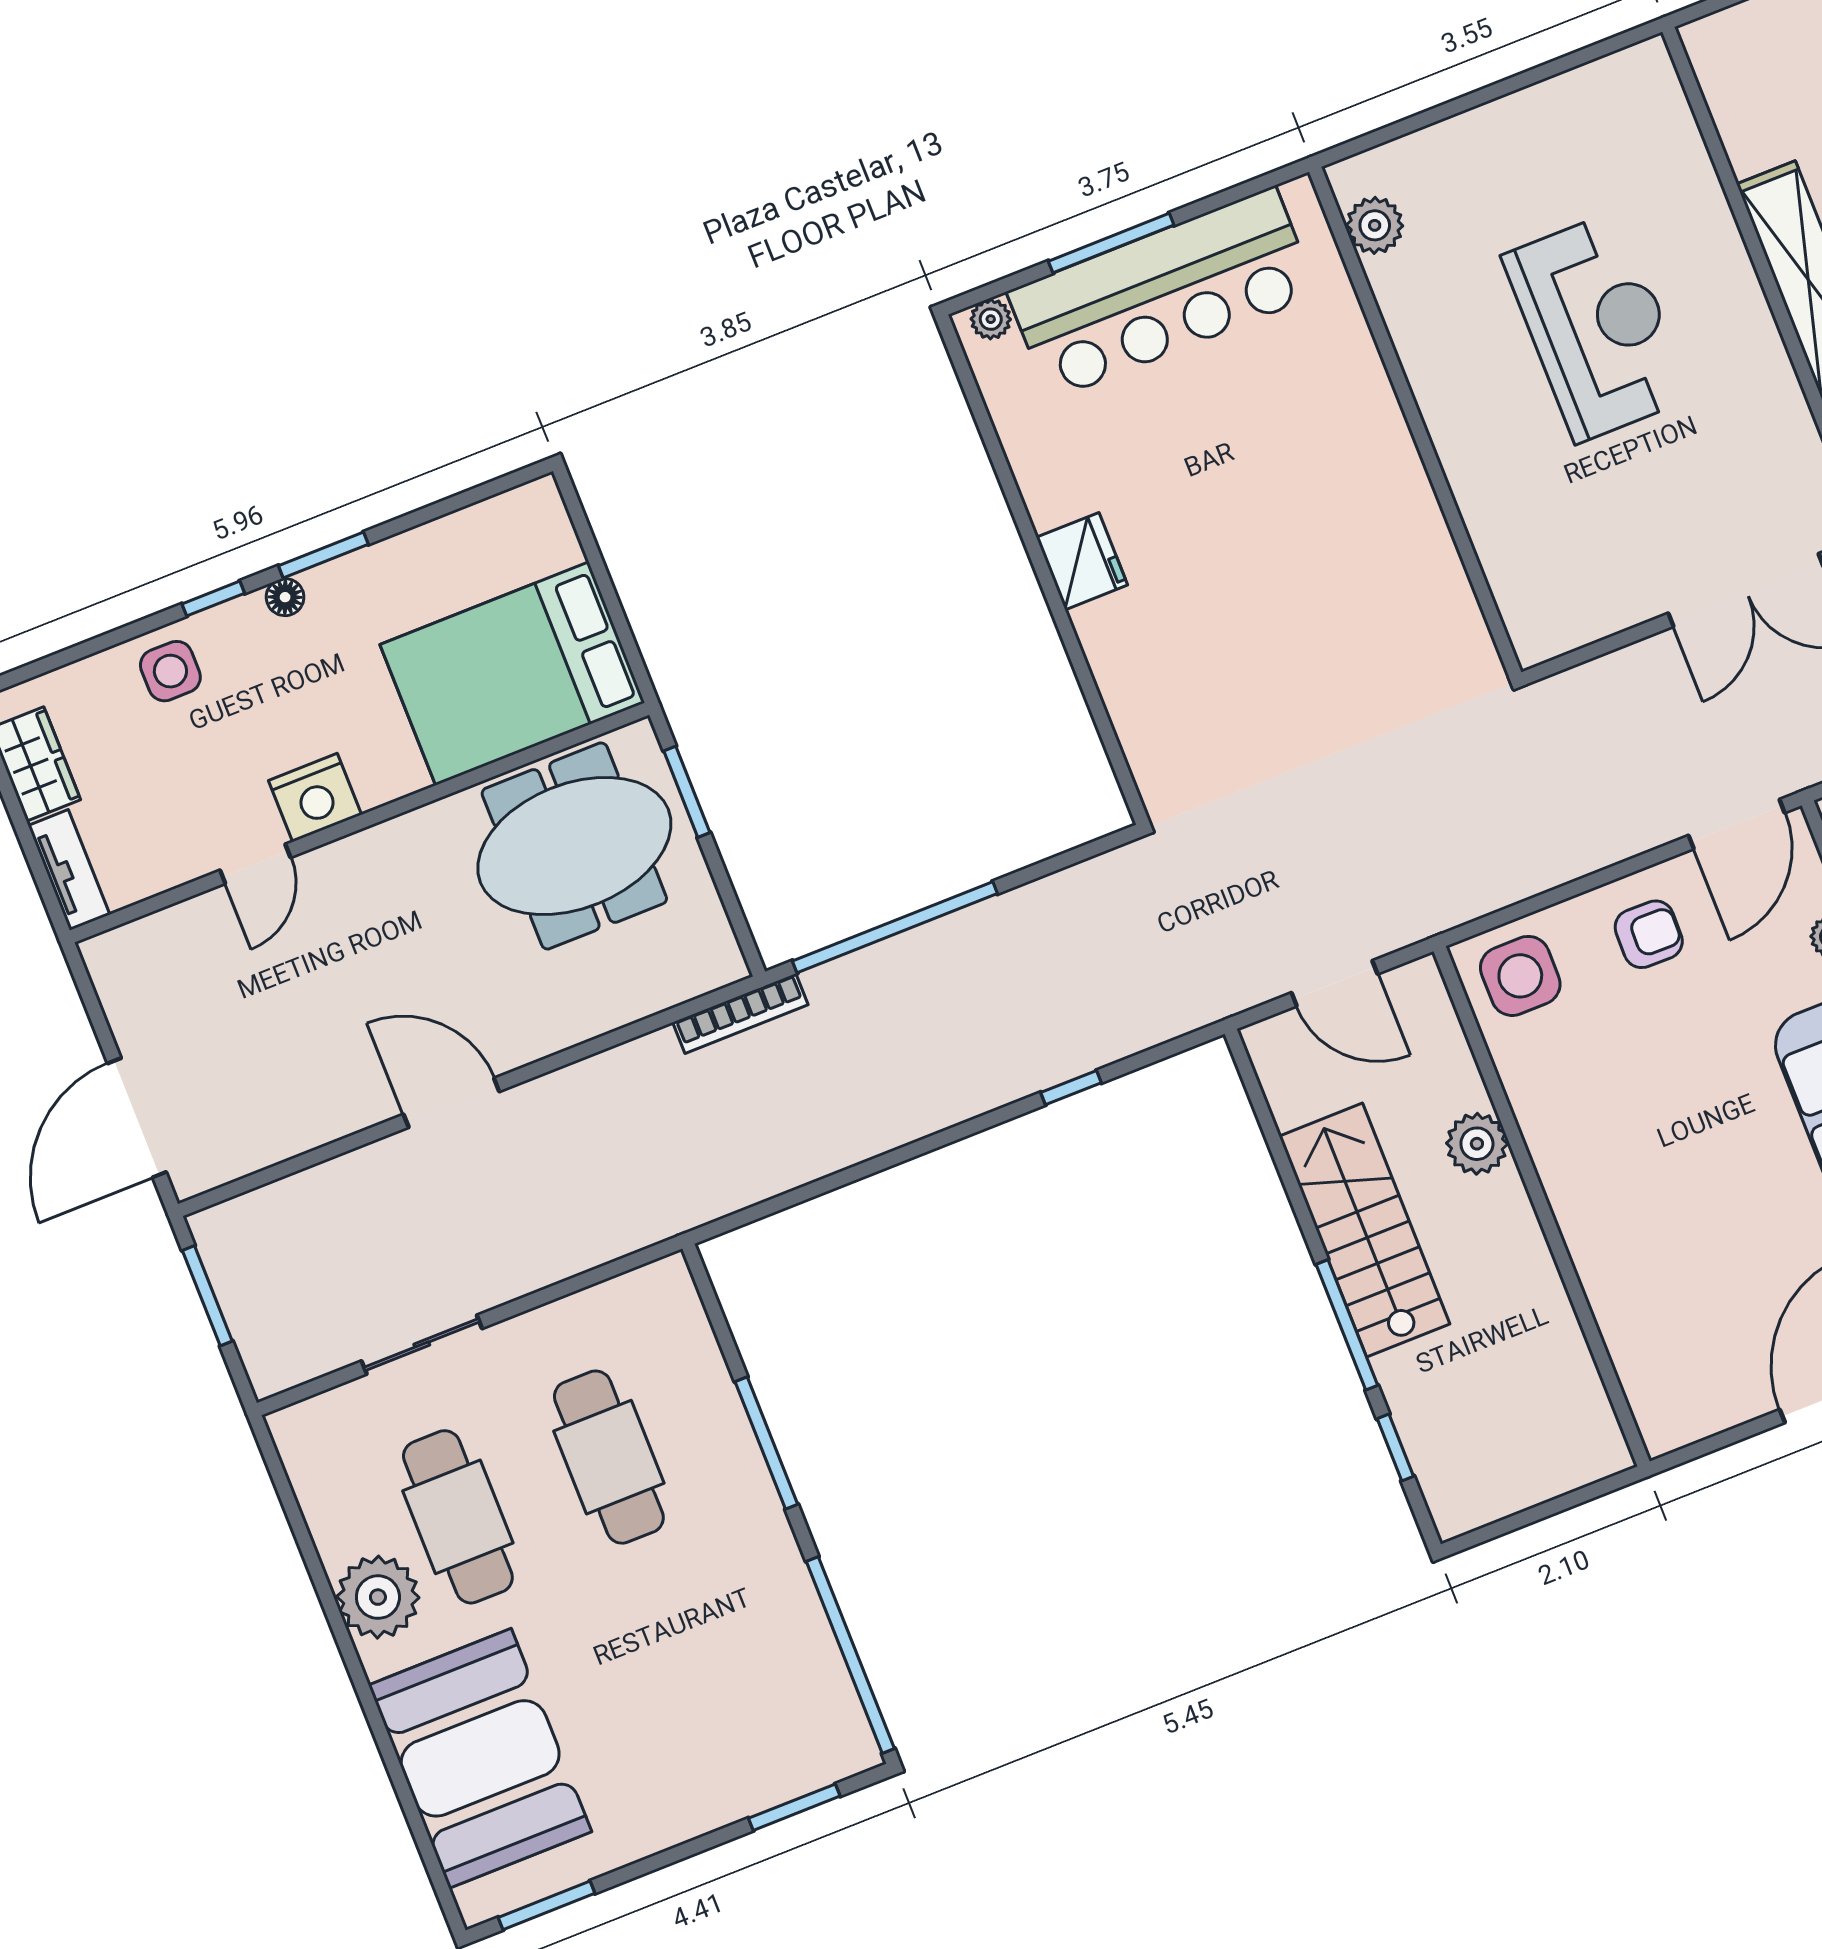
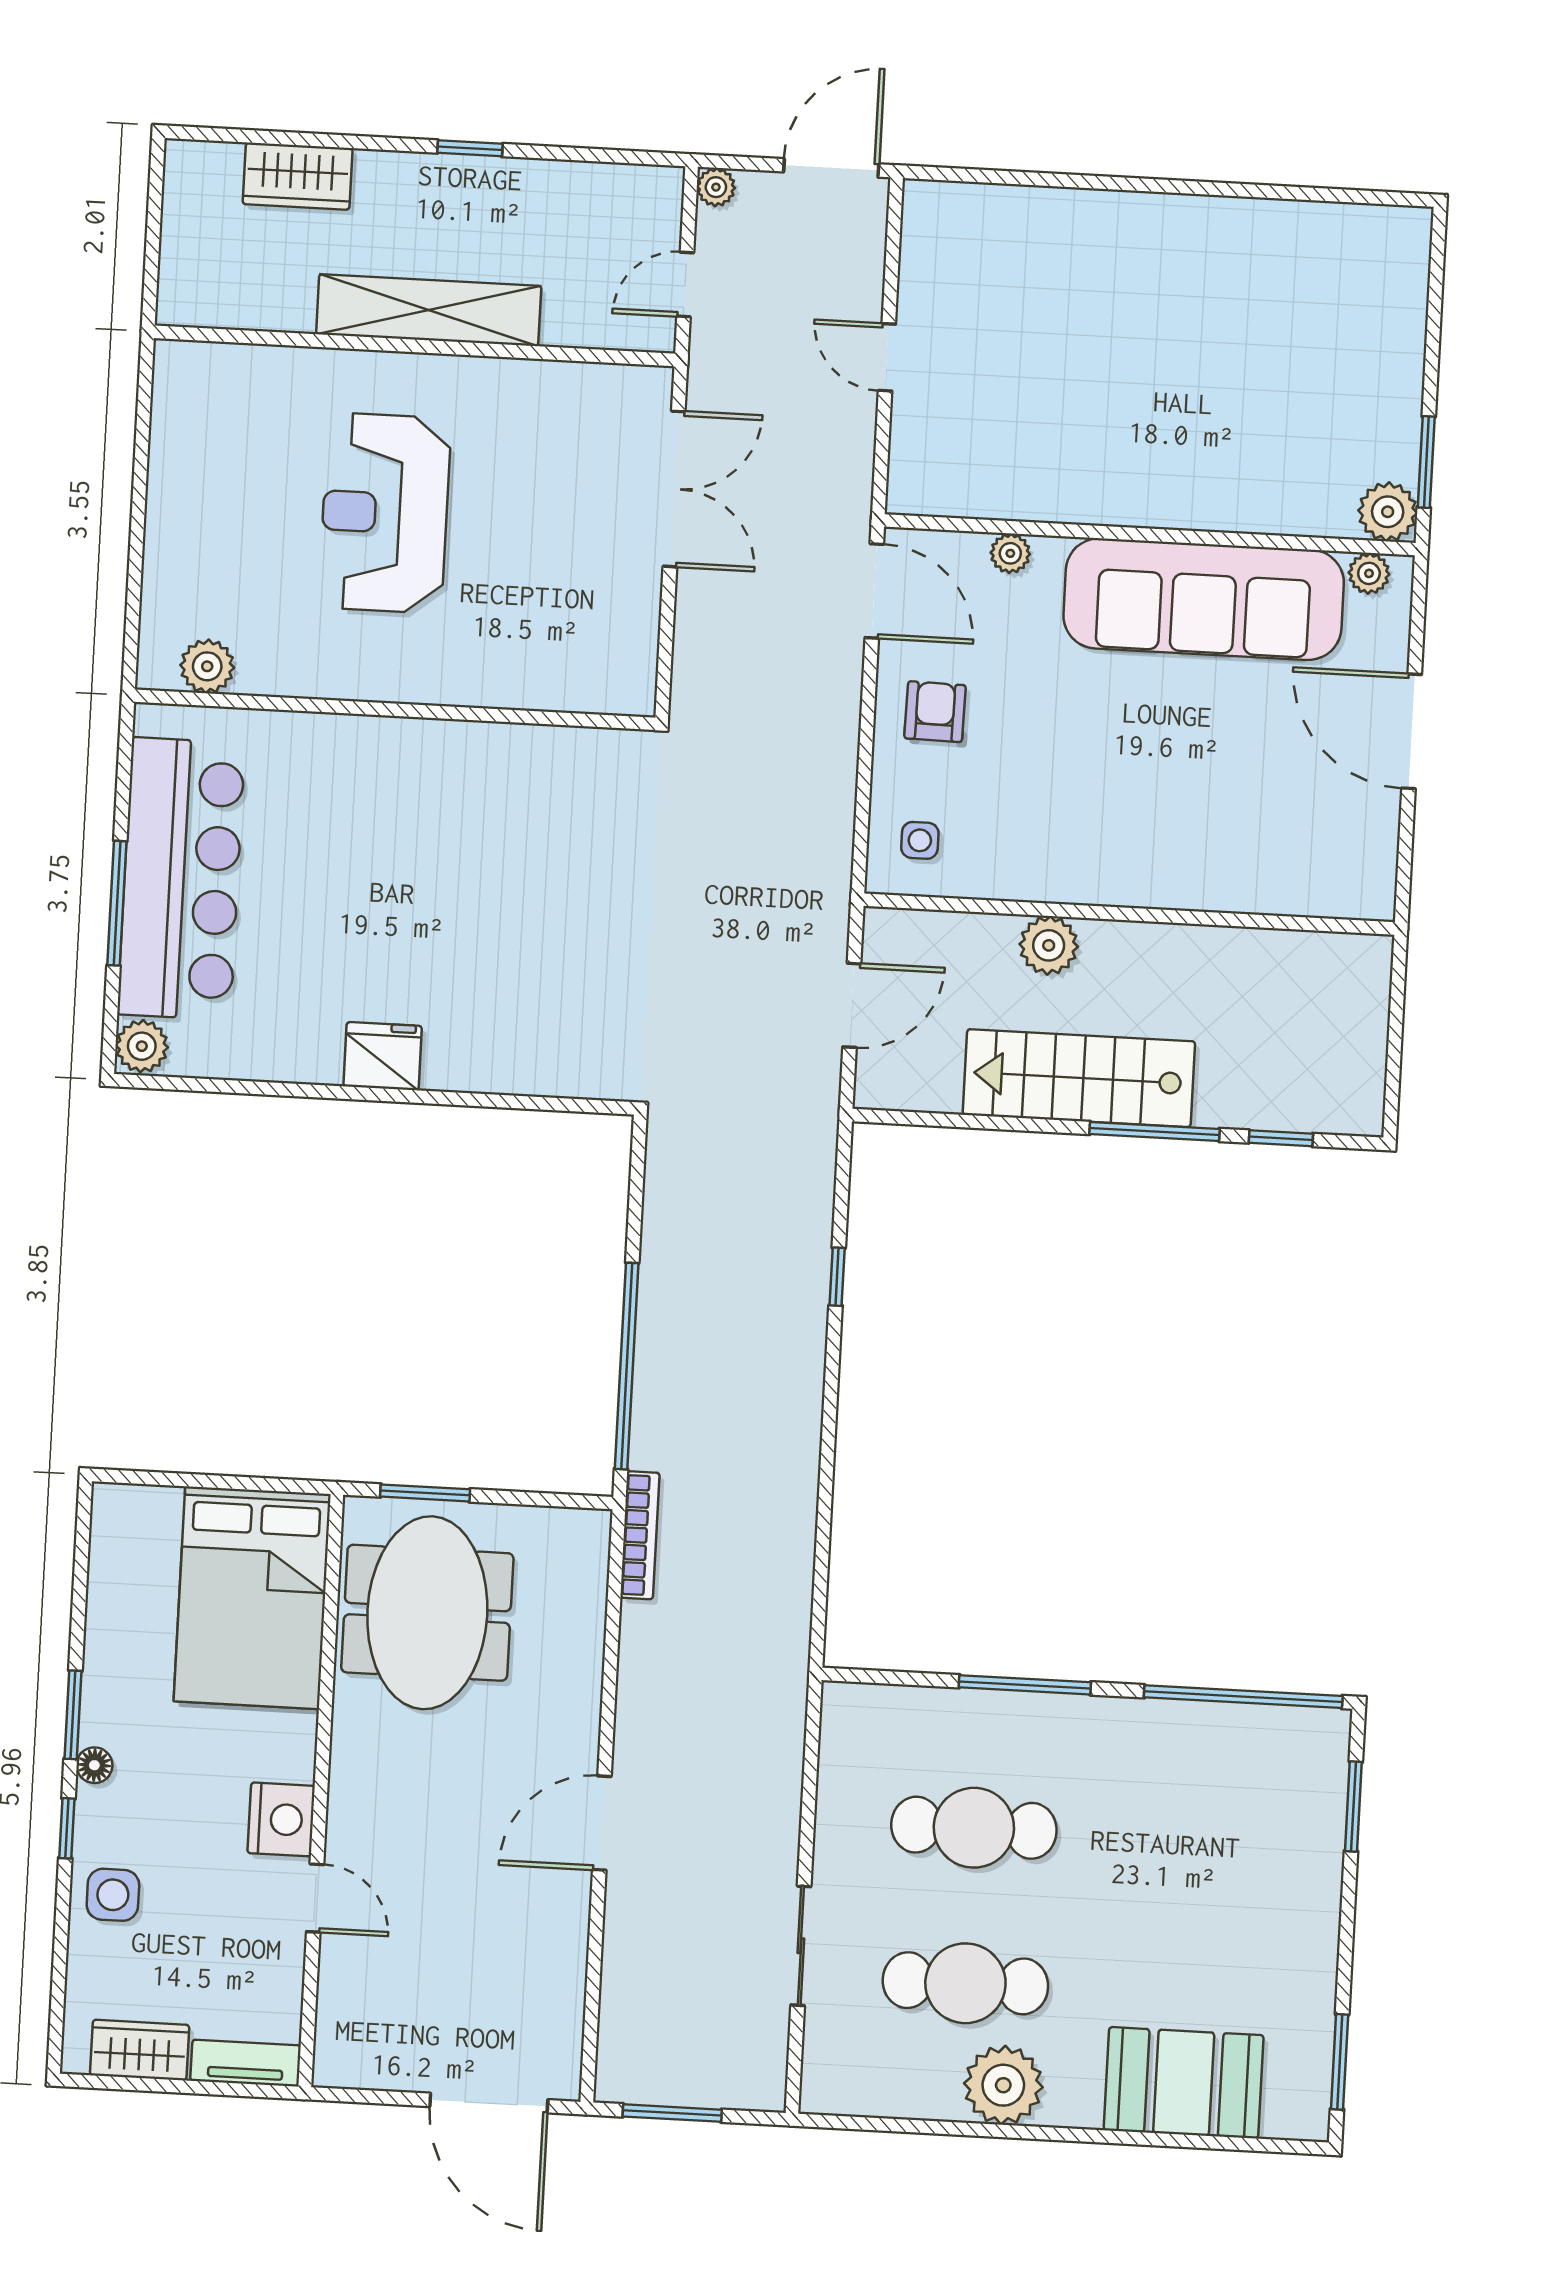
plant: (991, 319) -> (142, 1046), width x1.38, depth x1.38
reception desk: (1597, 327) -> (385, 513), turned -90
side table: (1520, 976) -> (920, 840), width x0.54, depth x0.54
booth: (480, 1758) -> (1184, 2083), width x0.73, depth x0.70

